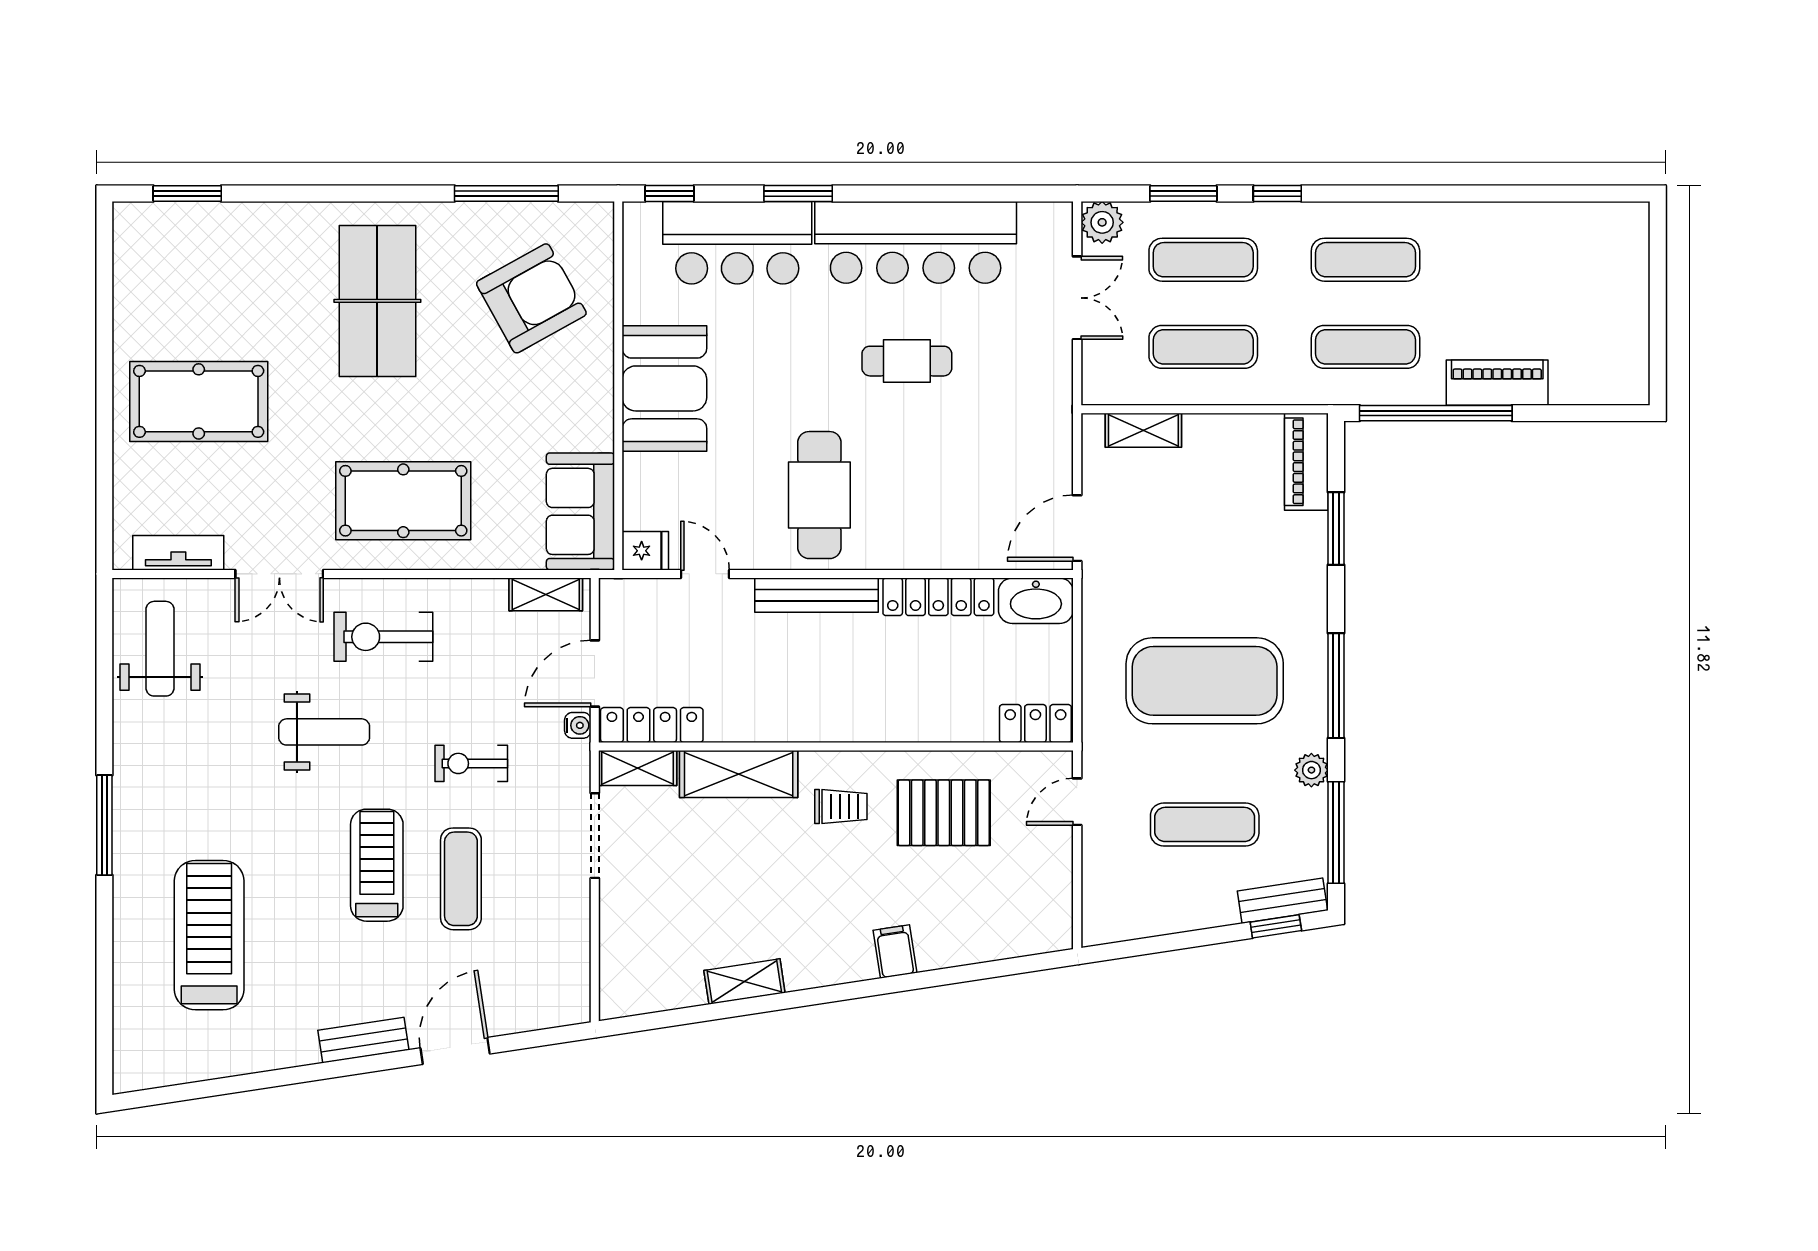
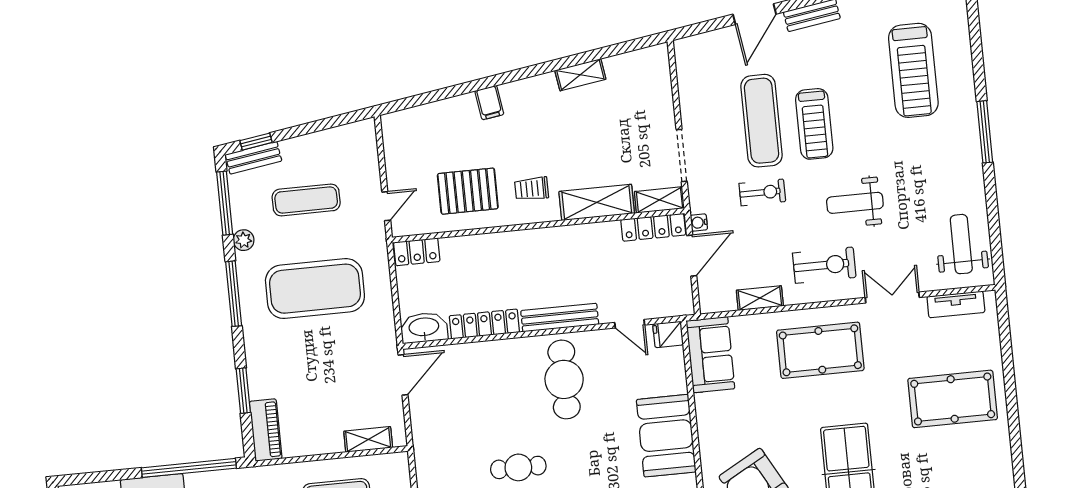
shelving: (546, 594) -> (760, 298), moved
weight bench: (160, 649) -> (961, 244), turned 180
exercise mat: (461, 879) -> (762, 121), width x1.36, depth x1.45

